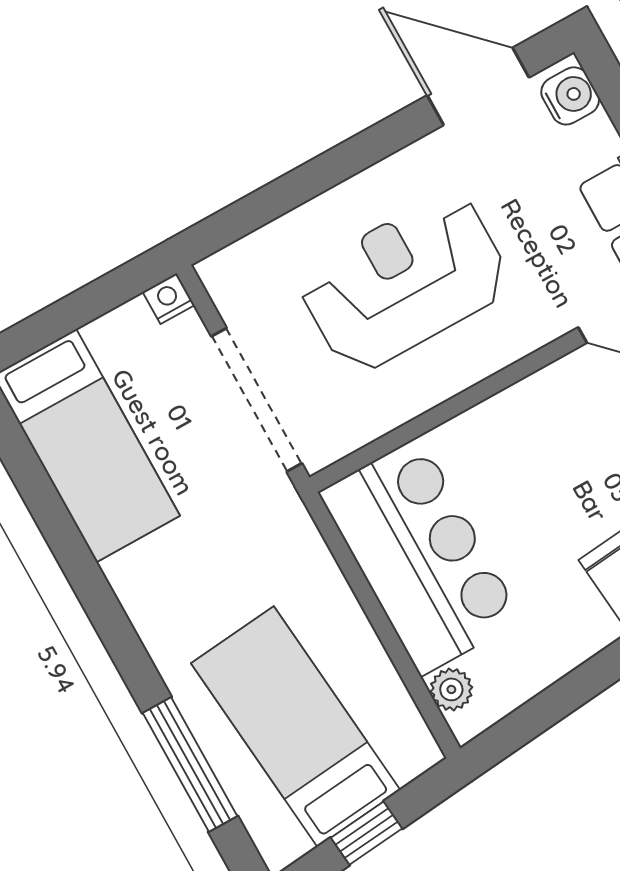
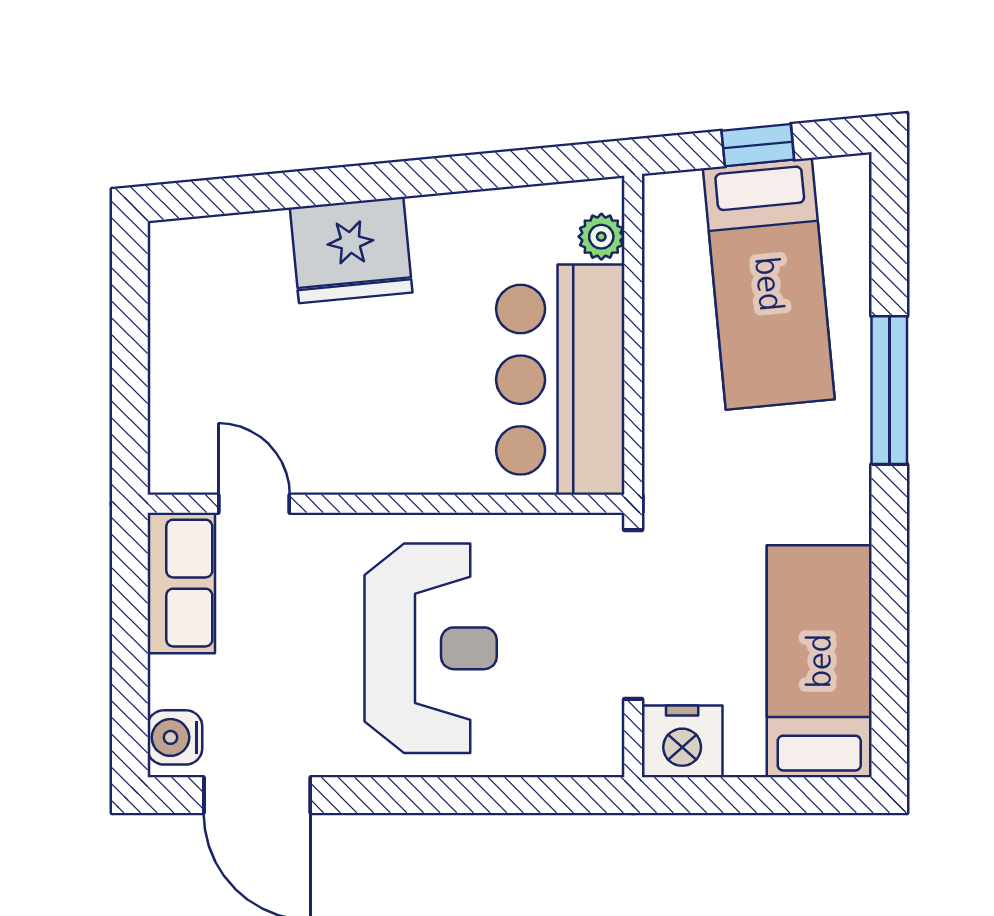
reception desk: (404, 282) -> (431, 648), turned -90
nightstand: (168, 298) -> (682, 741), width x1.89, depth x1.79
window: (190, 765) -> (889, 390), moved

